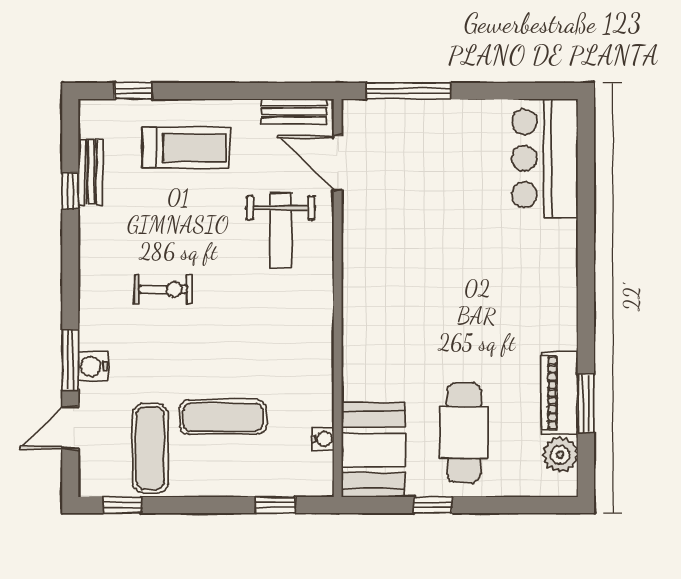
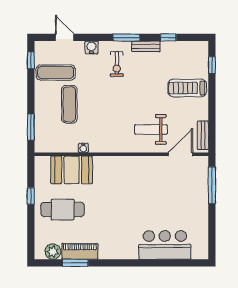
treadmill: (186, 148) -> (187, 88), turned 90
bar counter: (545, 158) -> (165, 245), moved
bench: (91, 172) -> (146, 46), moved
exercise bike: (163, 289) -> (117, 64), moved
window: (70, 360) -> (126, 37), moved
water cooler: (323, 439) -> (83, 148), moved
booth: (373, 450) -> (72, 170), moved
window: (275, 505) -> (31, 127), width x1.50

